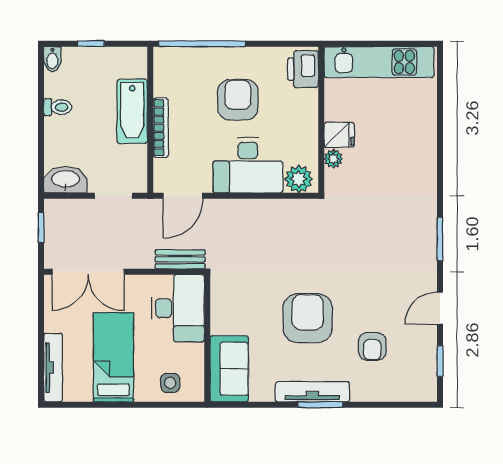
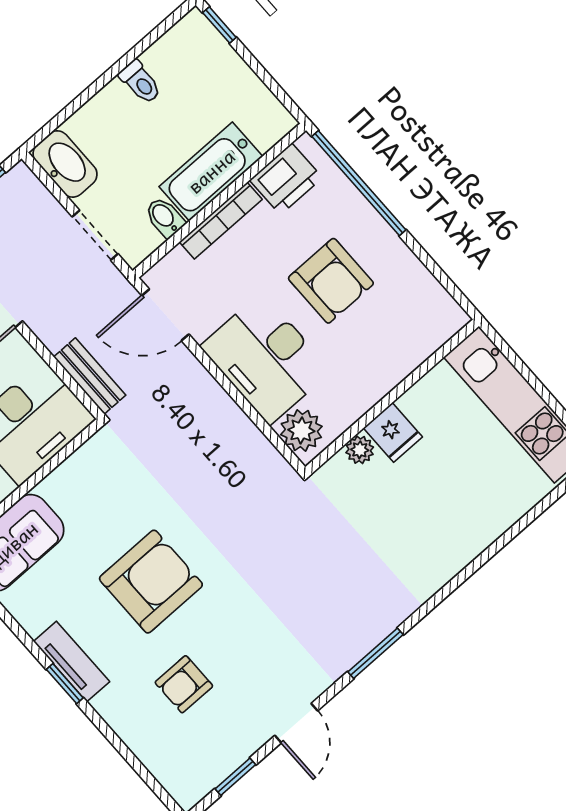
window: (91, 44) -> (219, 25), moved
bidet: (52, 59) -> (165, 217), moved, turned 90
printer: (303, 69) -> (286, 179), moved, turned 180
armchair: (238, 100) -> (331, 281), turned 90
door: (440, 308) -> (296, 723), swing flipped
tv unit: (312, 392) -> (72, 662), width x0.71
window: (320, 405) -> (65, 684), width x0.67

